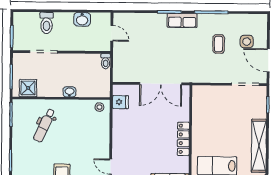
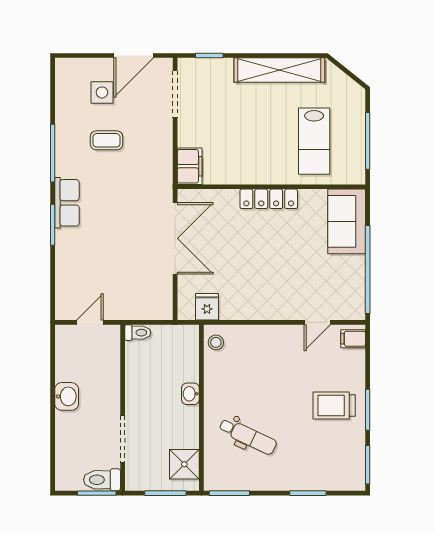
washbasin: (82, 19) -> (67, 396), moved
toilet: (47, 23) -> (102, 480), moved, turned 180
filing cabinet: (203, 93) -> (190, 166), added

